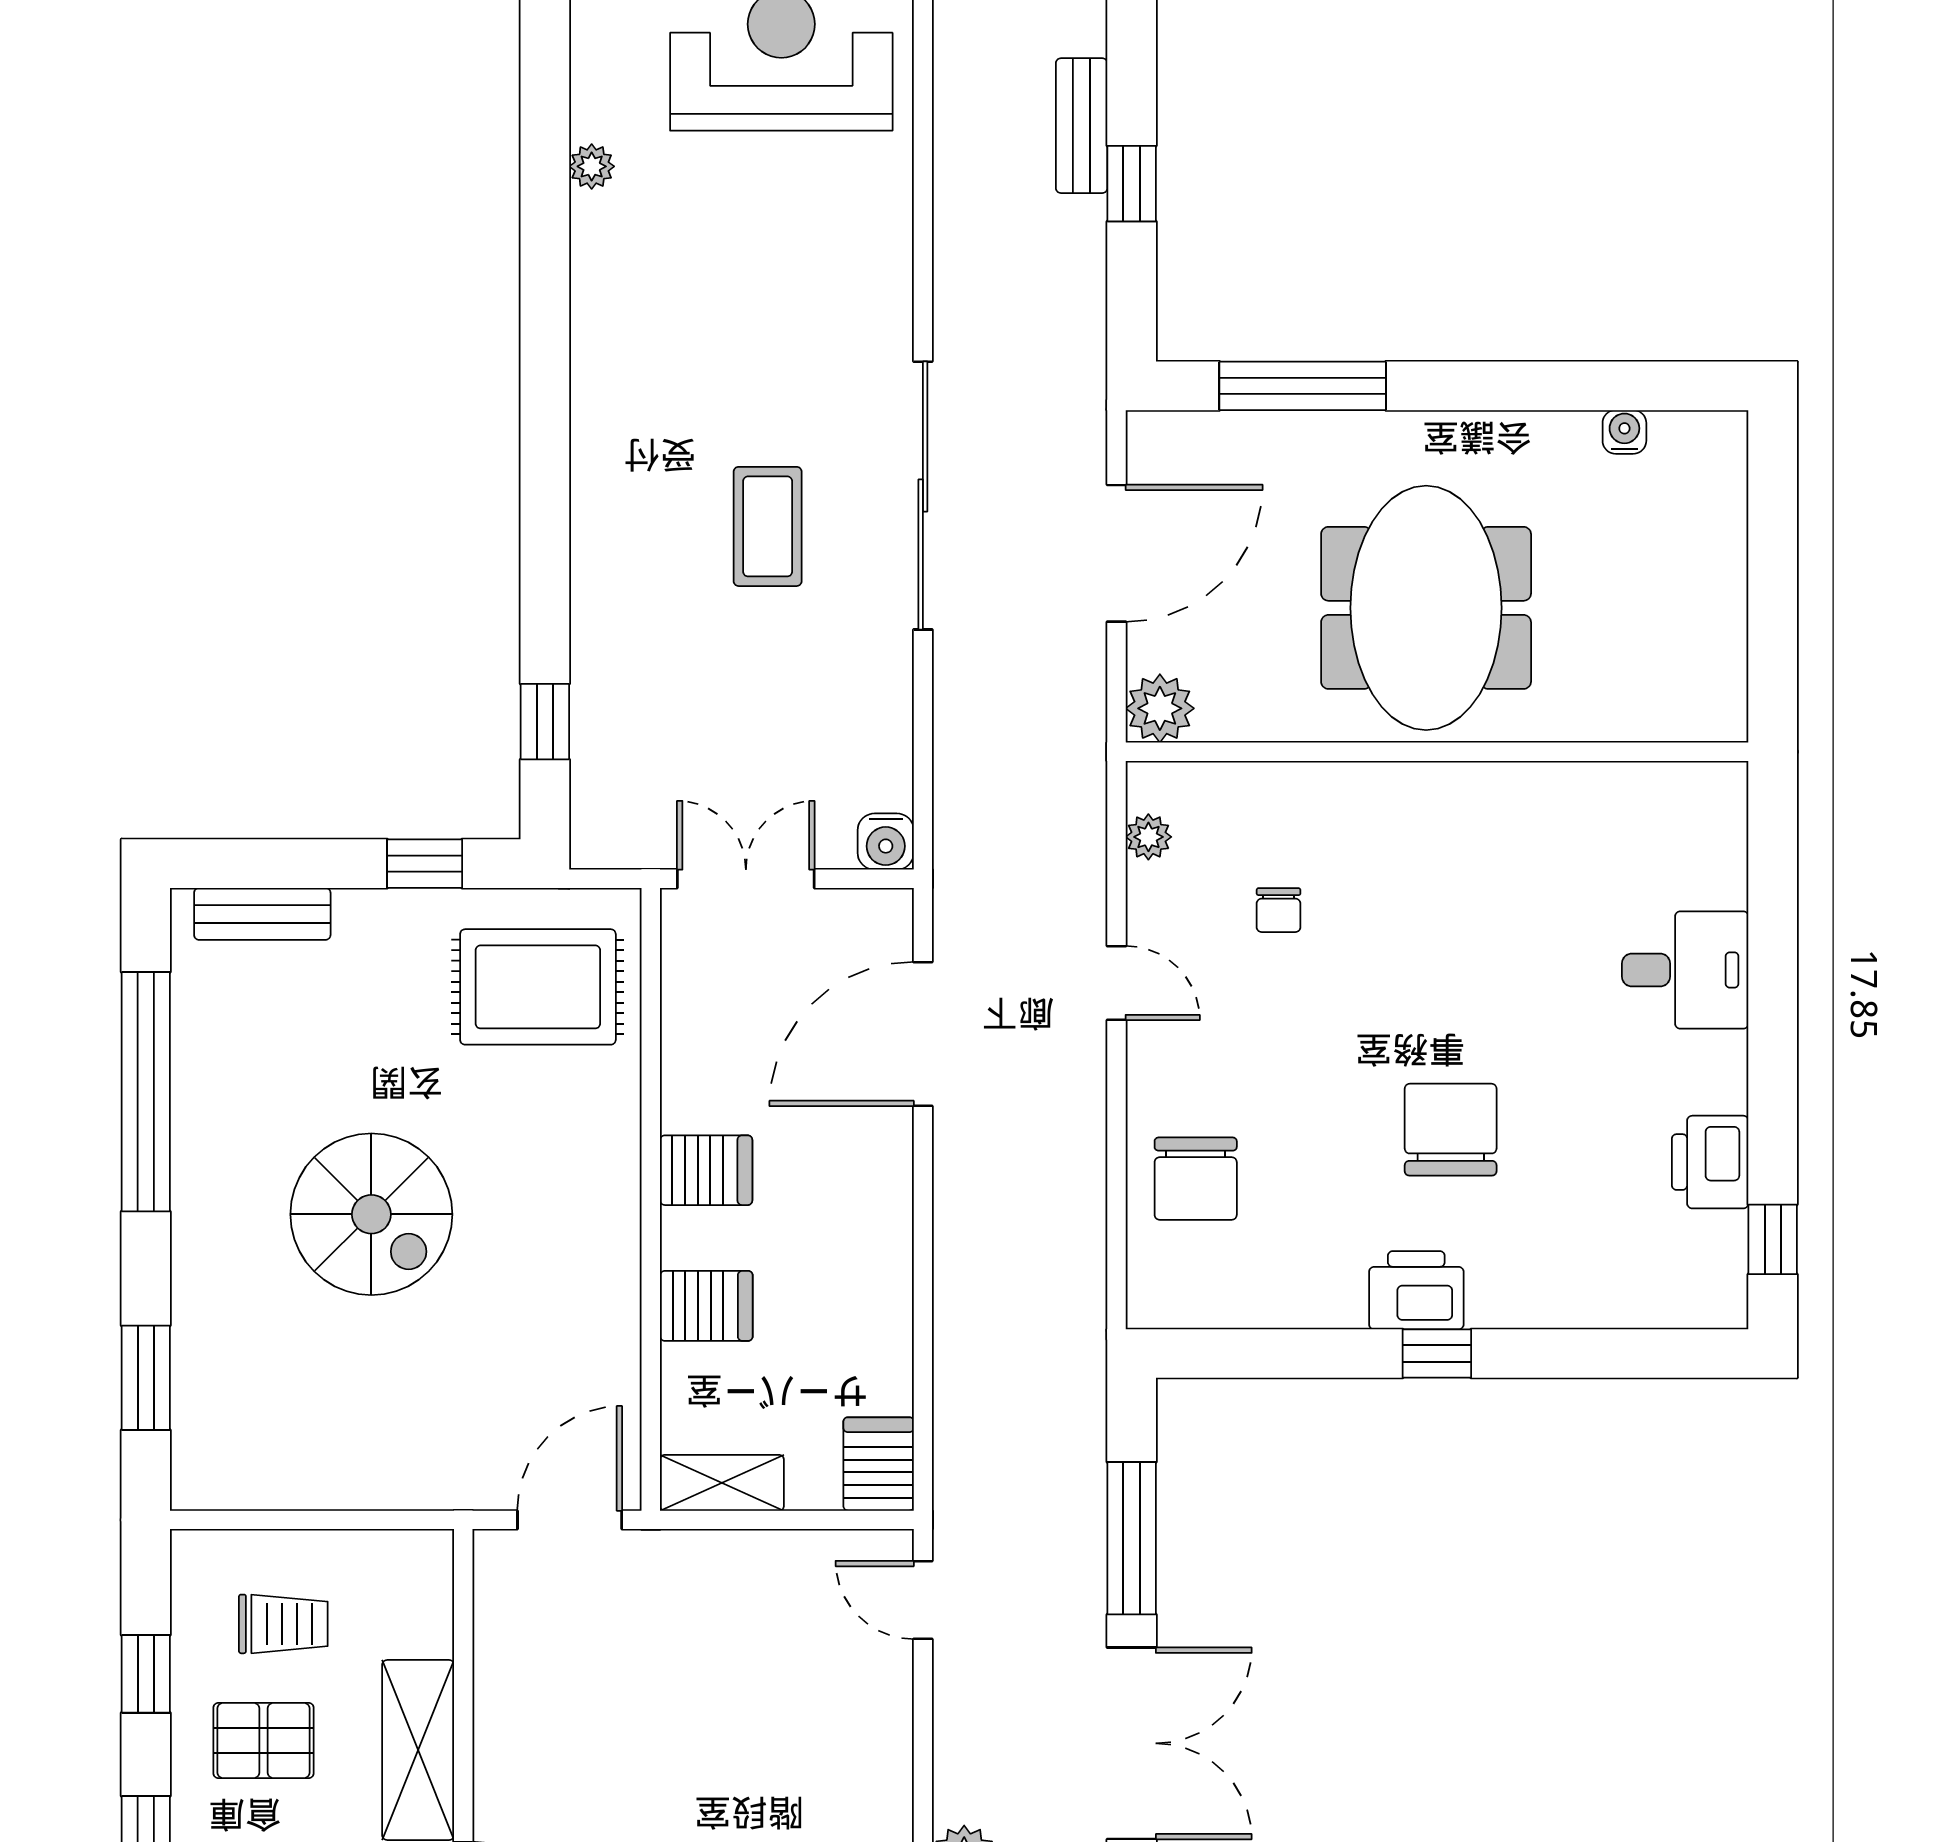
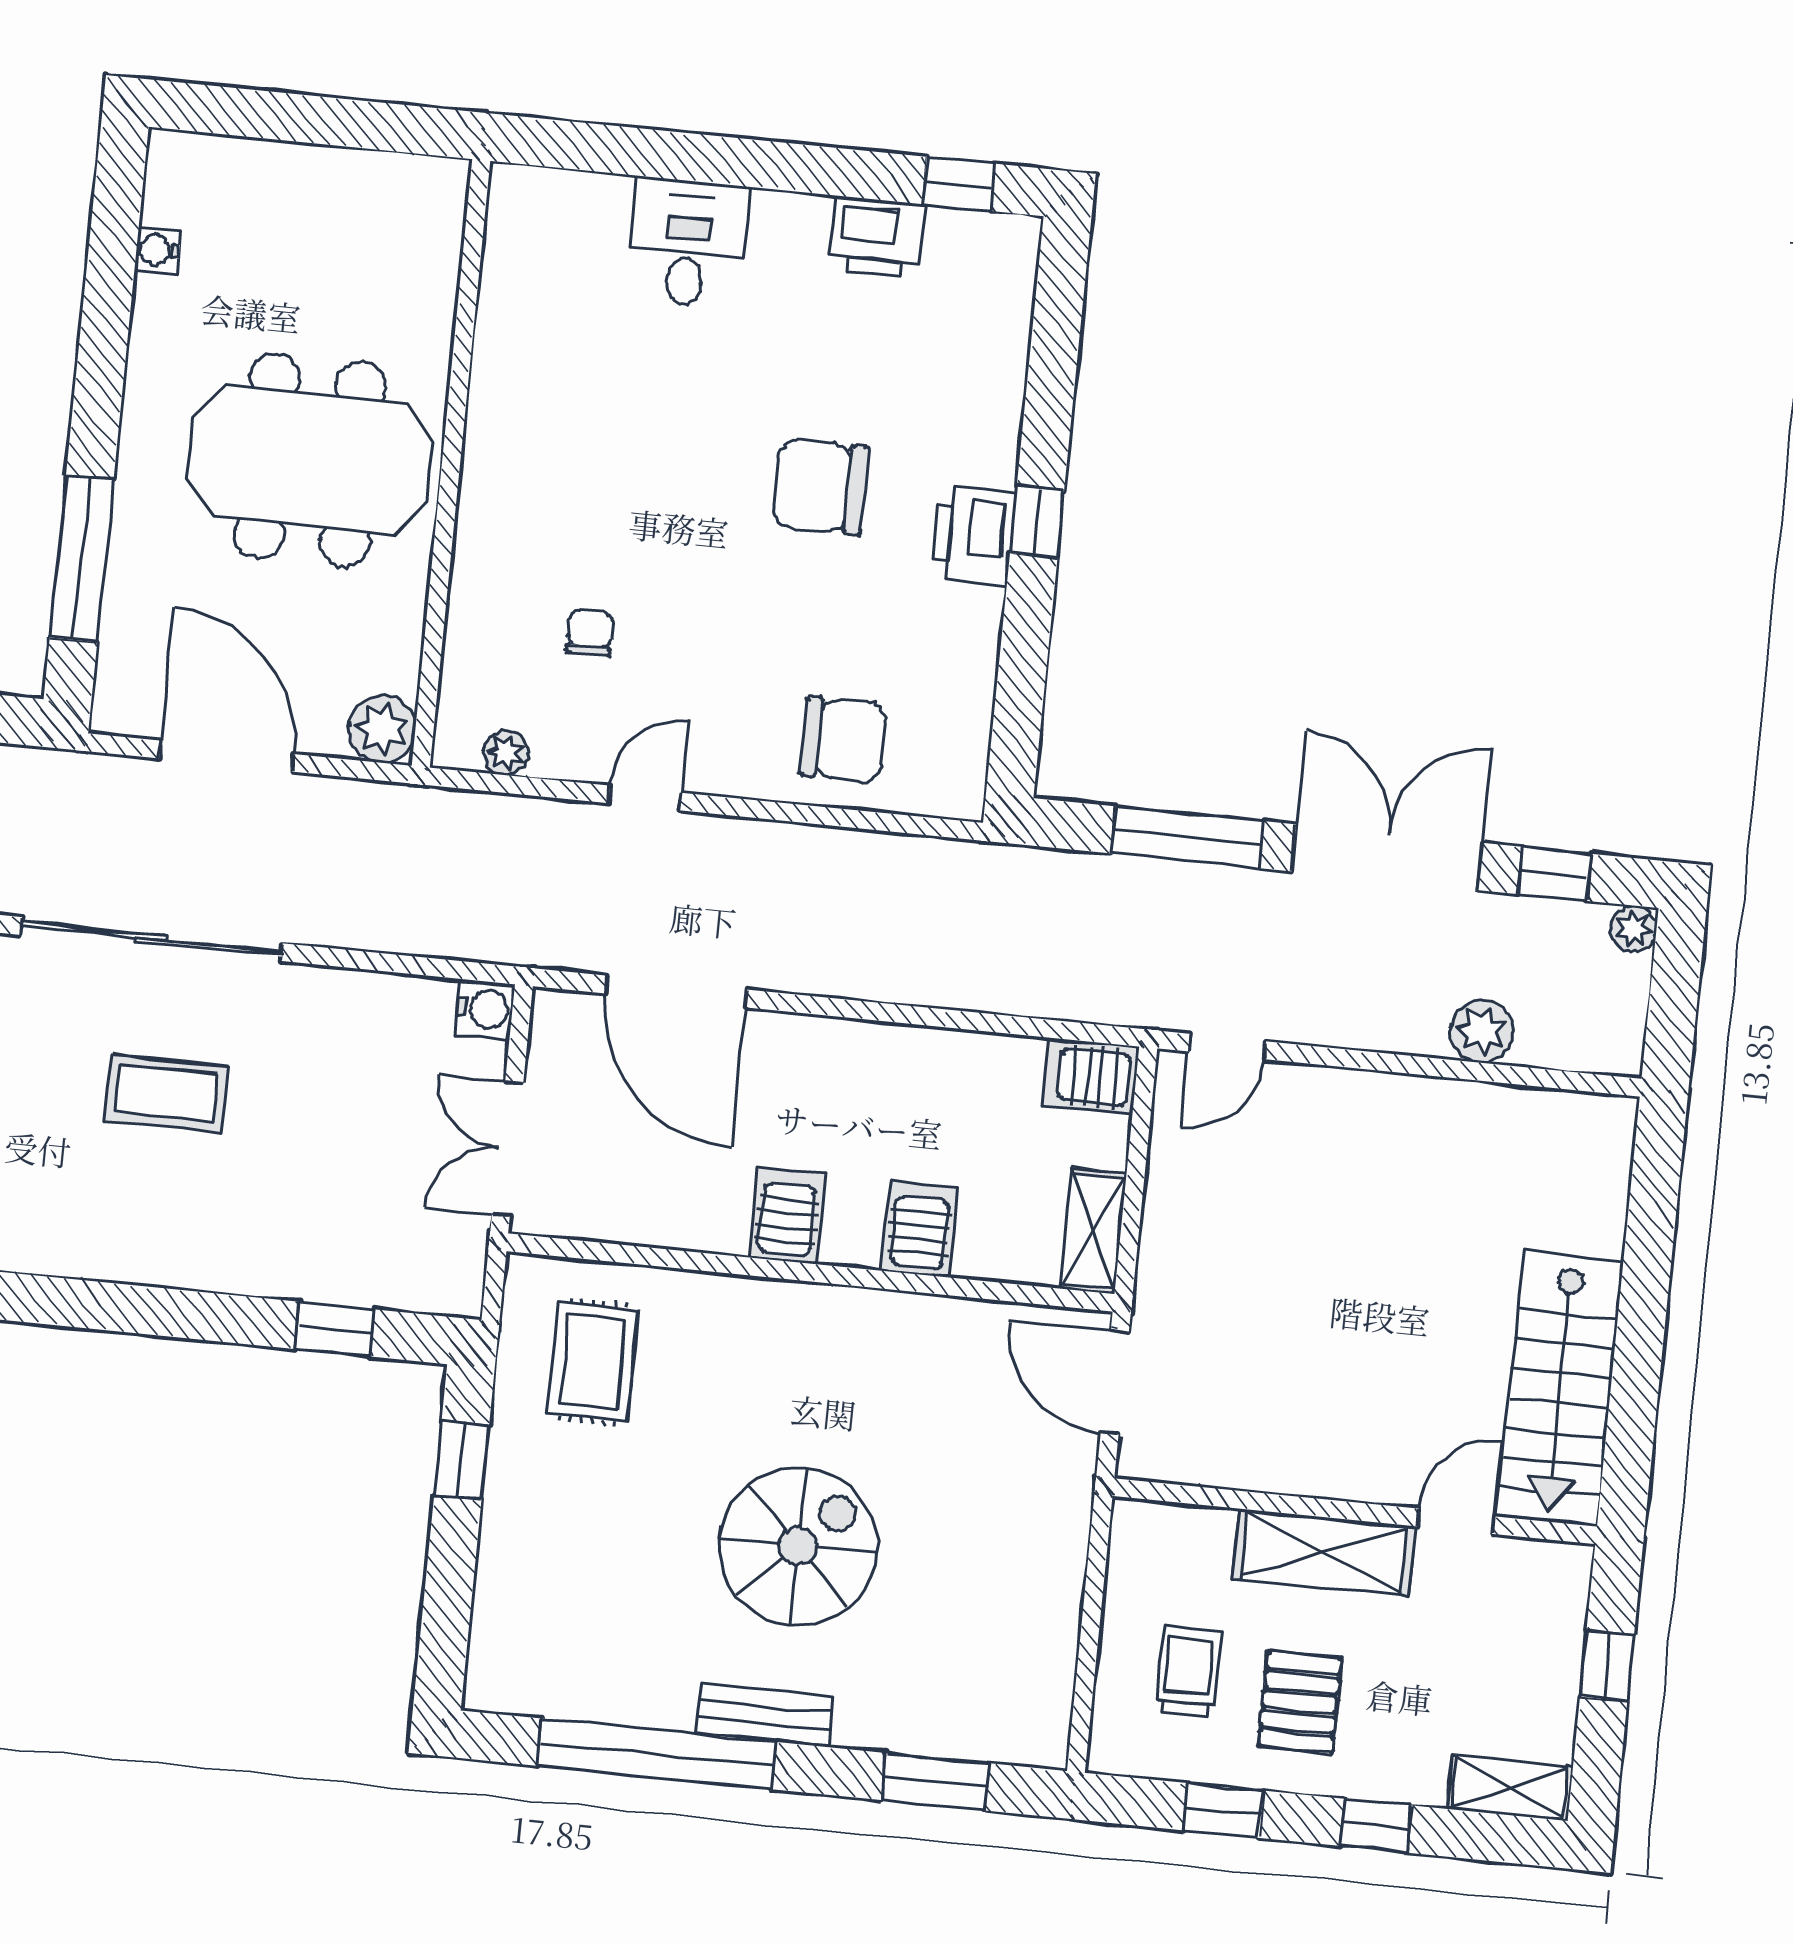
chair: (1279, 910) -> (590, 633), turned -90
bench: (262, 914) -> (765, 1715), moved, turned 90
rug: (538, 987) -> (593, 1362), width x0.73, depth x0.70

